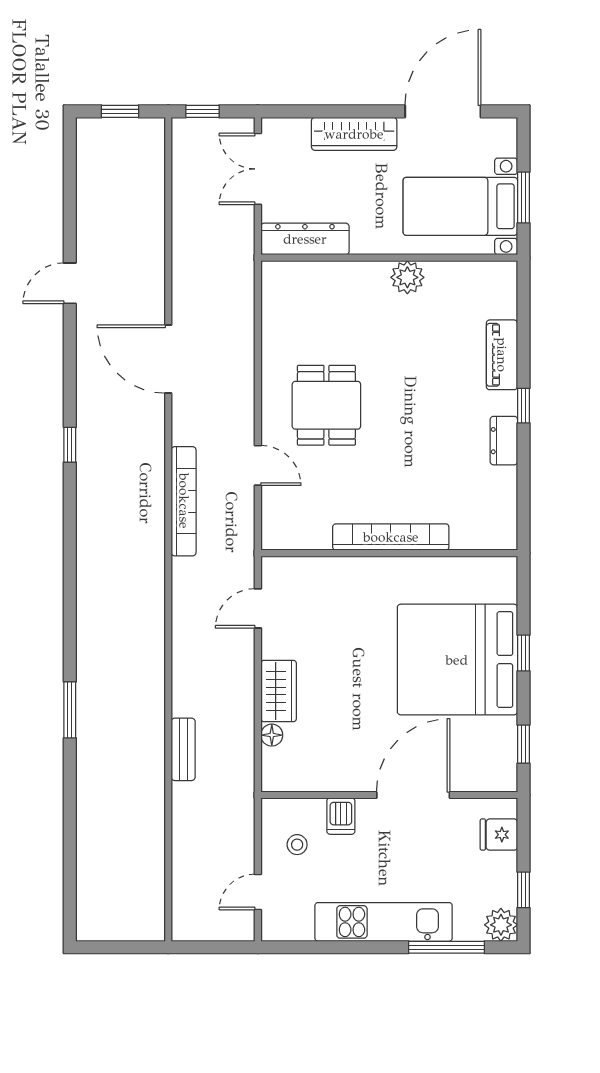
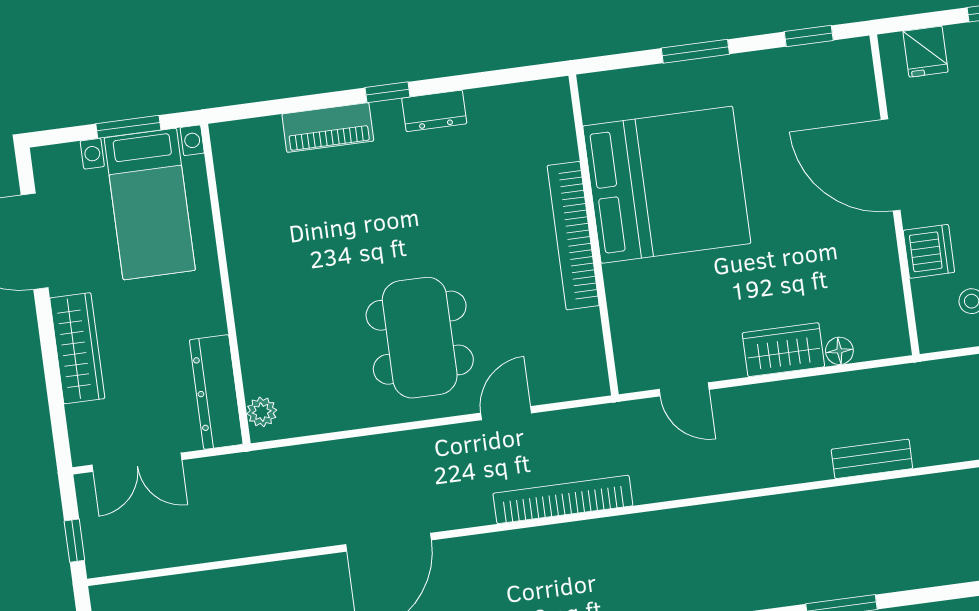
plant: (407, 277) -> (262, 412), moved, width x0.73, depth x0.73
dining table: (326, 405) -> (420, 338), width x1.38
window: (523, 653) -> (695, 51), width x1.50
bed: (457, 660) -> (667, 185), moved, turned -90
dishwasher: (341, 816) -> (929, 251), width x1.38

